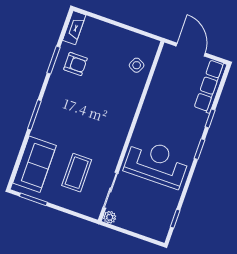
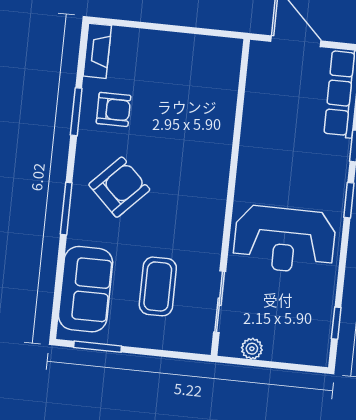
side table: (137, 65) -> (214, 88), removed
armchair: (68, 110) -> (119, 187), added
reception desk: (157, 163) -> (284, 240), turned 180
plant: (110, 217) -> (252, 349), moved

